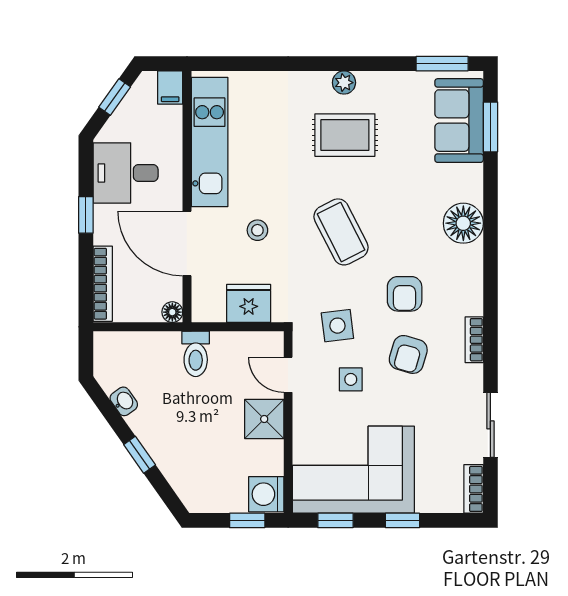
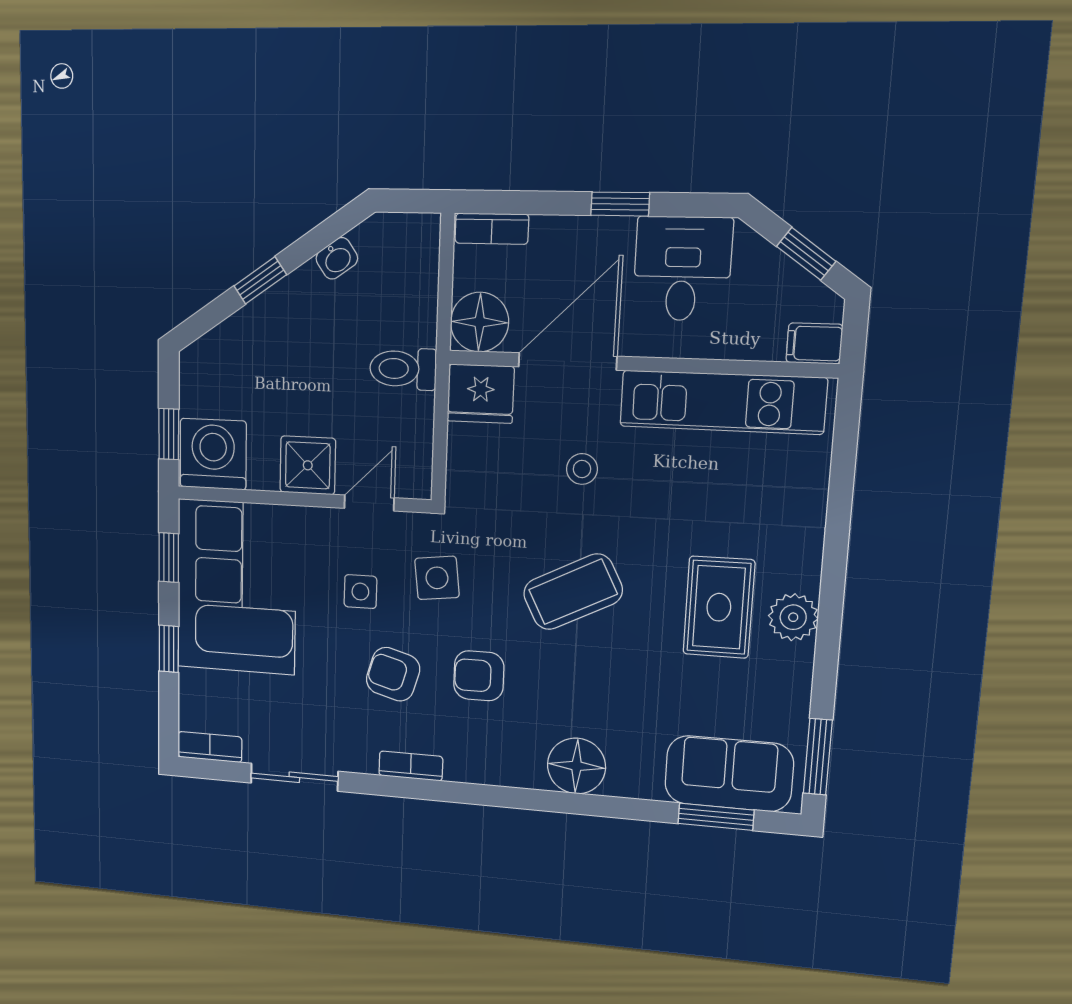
plant: (344, 83) -> (793, 617), width x1.38, depth x1.38
bookcase: (103, 284) -> (492, 229), width x0.64
fridge: (249, 303) -> (481, 394), moved, turned 90
floor lamp: (172, 312) -> (480, 322), width x1.89, depth x1.89
washing machine: (266, 494) -> (213, 454), width x1.37, depth x1.37

